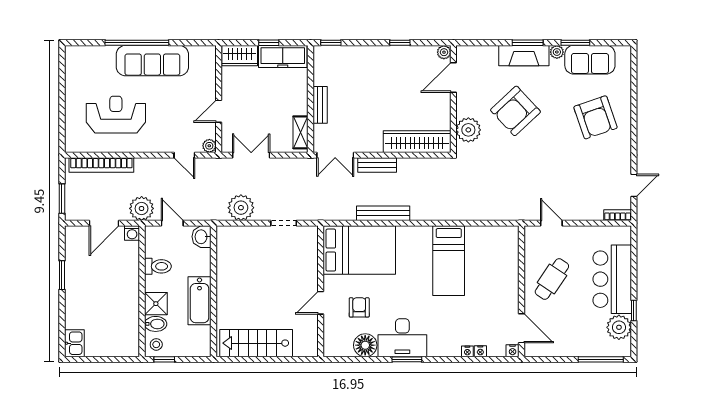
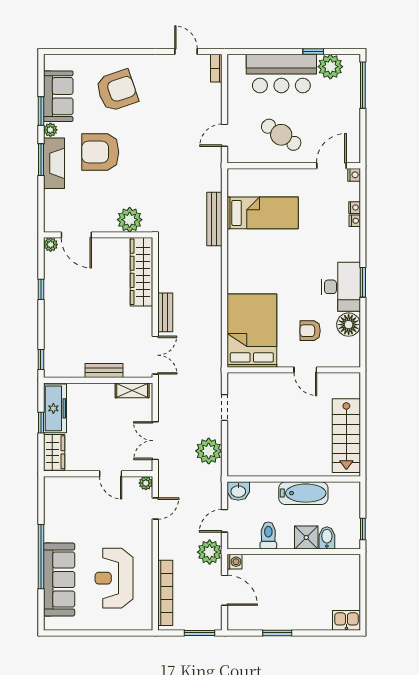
sofa: (152, 61) -> (59, 579), moved
armchair: (515, 111) -> (100, 152), moved, turned 133
bench: (383, 213) -> (214, 219), moved
bed: (449, 261) -> (263, 213), moved
stool: (156, 344) -> (348, 537), removed

